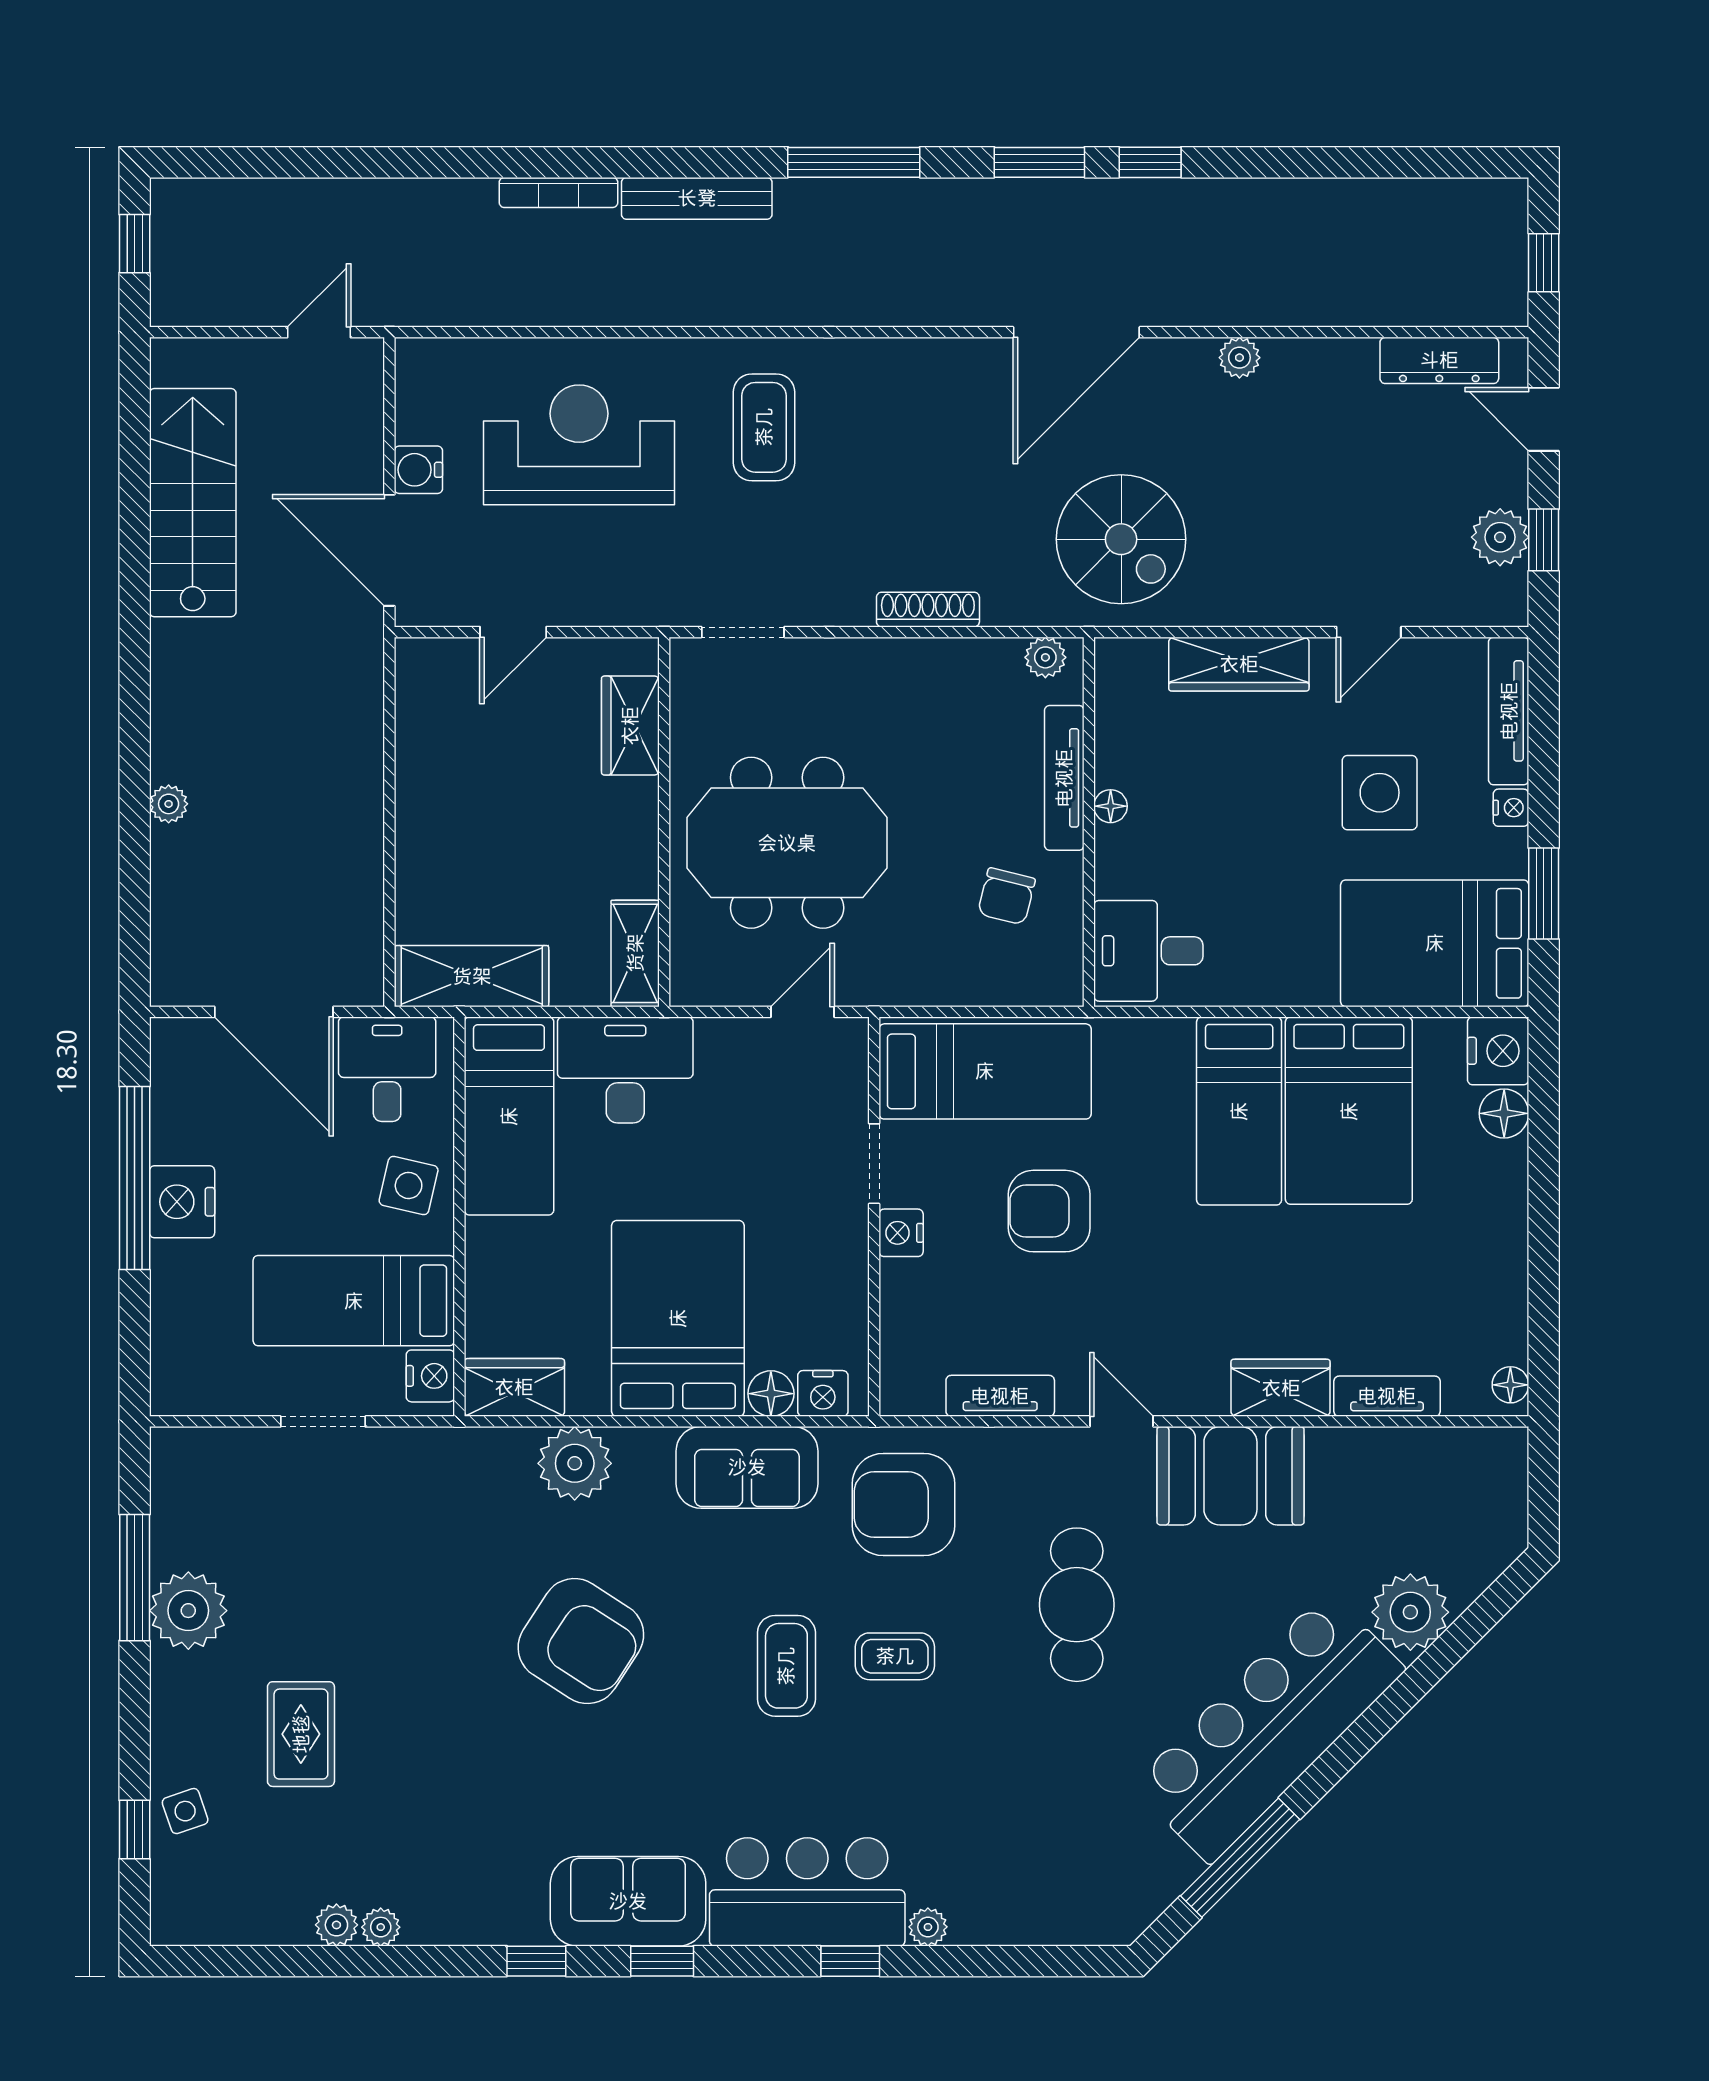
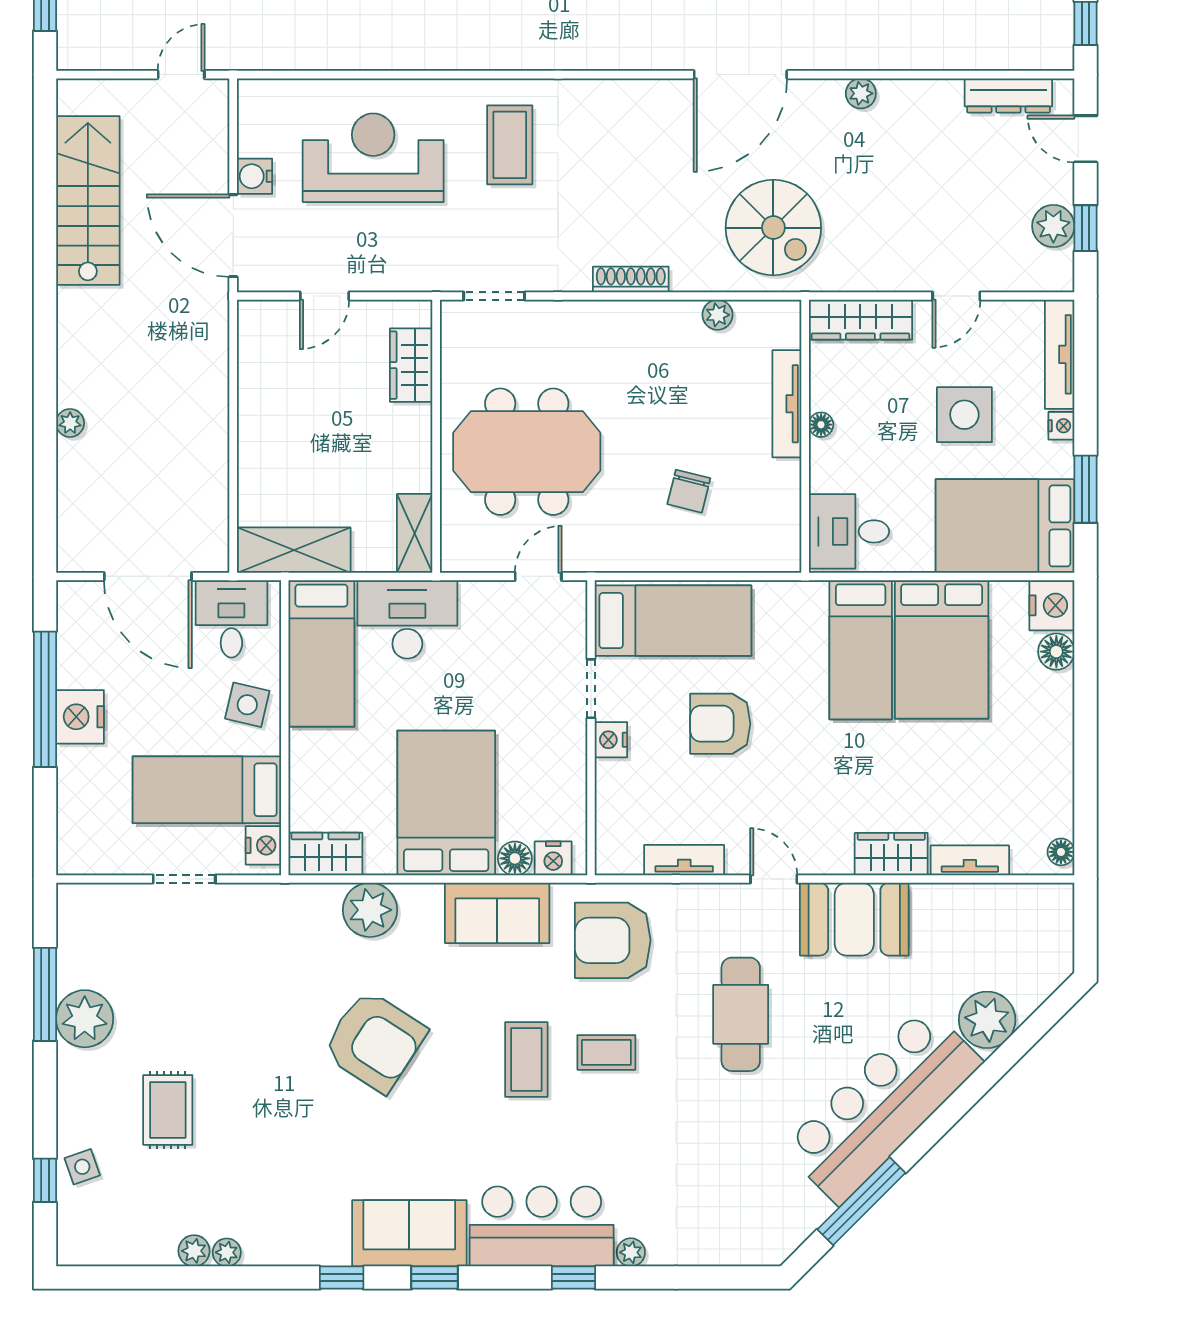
tv unit: (1064, 778) -> (787, 404), moved
floor lamp: (1111, 806) -> (821, 425), moved
wall: (1089, 822) -> (805, 436), moved
desk: (1148, 951) -> (849, 531), moved

